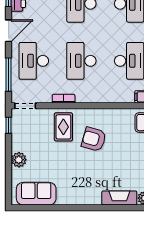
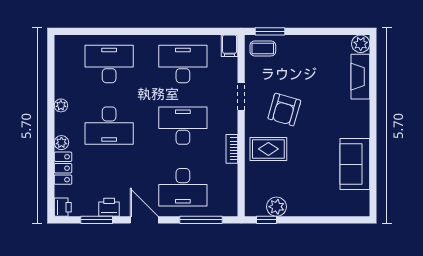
desk: (81, 61) -> (183, 126), turned 180
doorway: (25, 106) -> (241, 97), moved
plant: (19, 160) -> (276, 207), moved
sofa: (36, 194) -> (355, 164), moved

